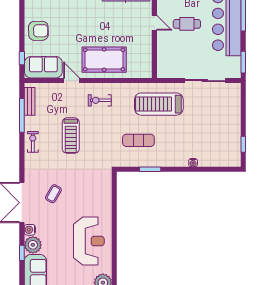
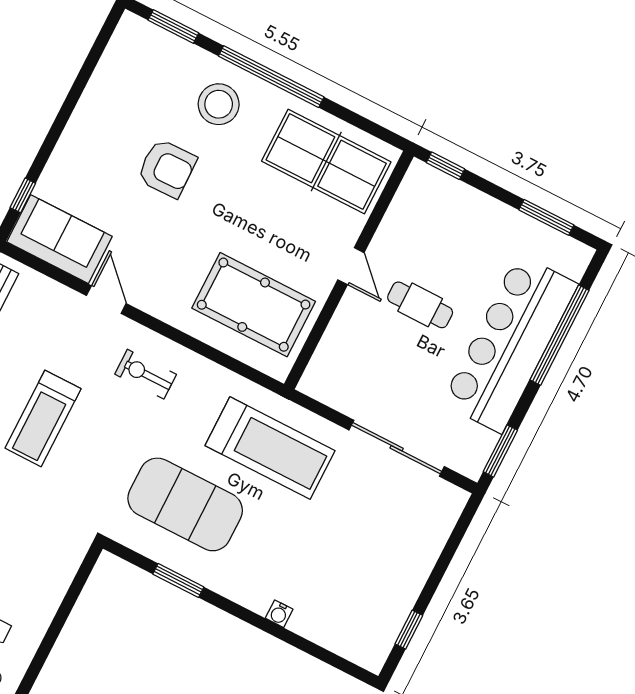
armchair: (38, 31) -> (167, 168), moved
pool table: (104, 60) -> (254, 305), moved
treadmill: (159, 104) -> (270, 448), turned 180
exercise mat: (138, 140) -> (185, 504), width x2.00, depth x1.45

